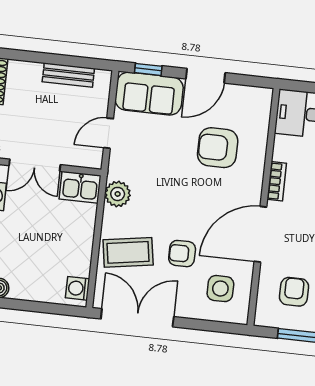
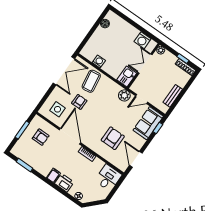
door: (206, 76) -> (136, 159), moved
door: (108, 133) -> (142, 99), swing flipped
plant: (118, 194) -> (124, 95), moved
washing machine: (78, 288) -> (99, 61), moved

